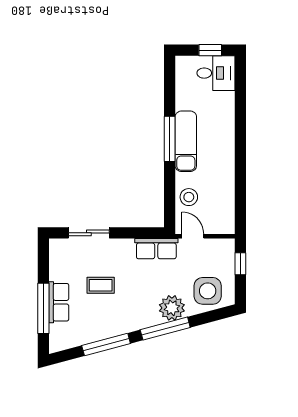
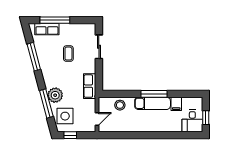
filing cabinet: (187, 101) -> (176, 104), added
door: (193, 236) -> (97, 119), moved
window: (240, 264) -> (70, 135), moved
row of seats: (59, 302) -> (47, 29), moved
window: (165, 329) -> (46, 103), moved

